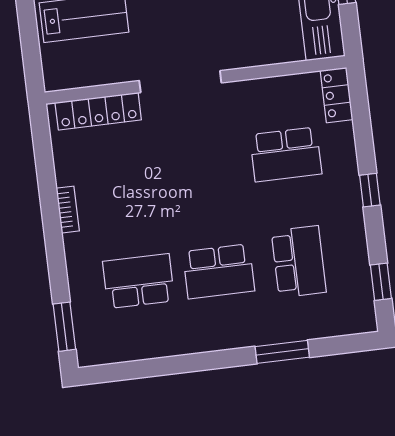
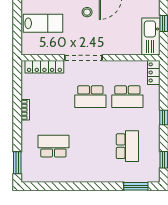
school desk: (219, 271) -> (90, 97), moved
window: (282, 352) -> (136, 186), moved

